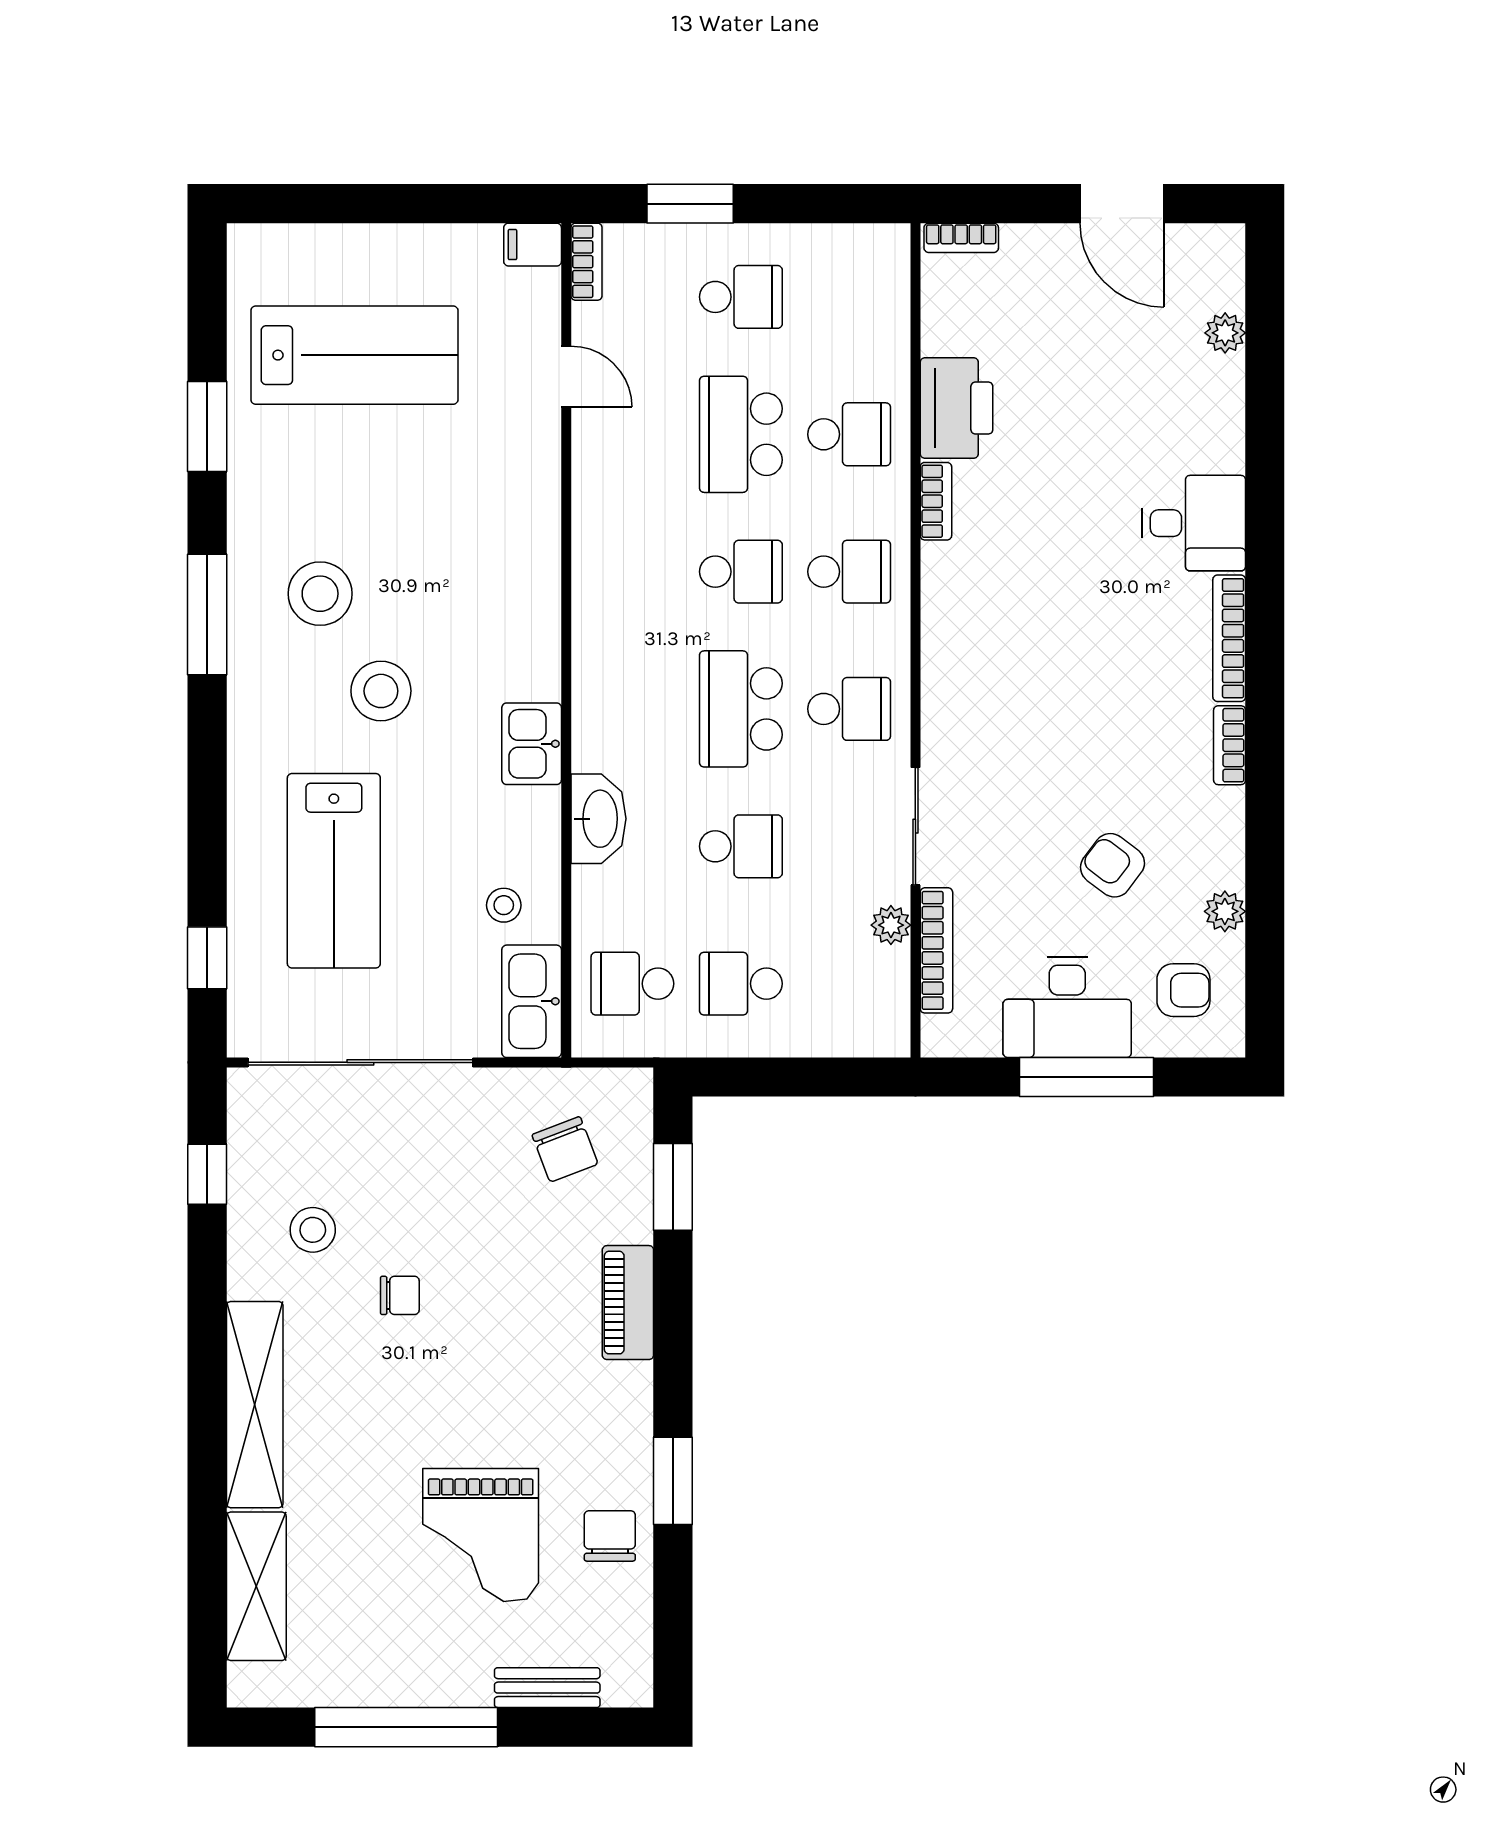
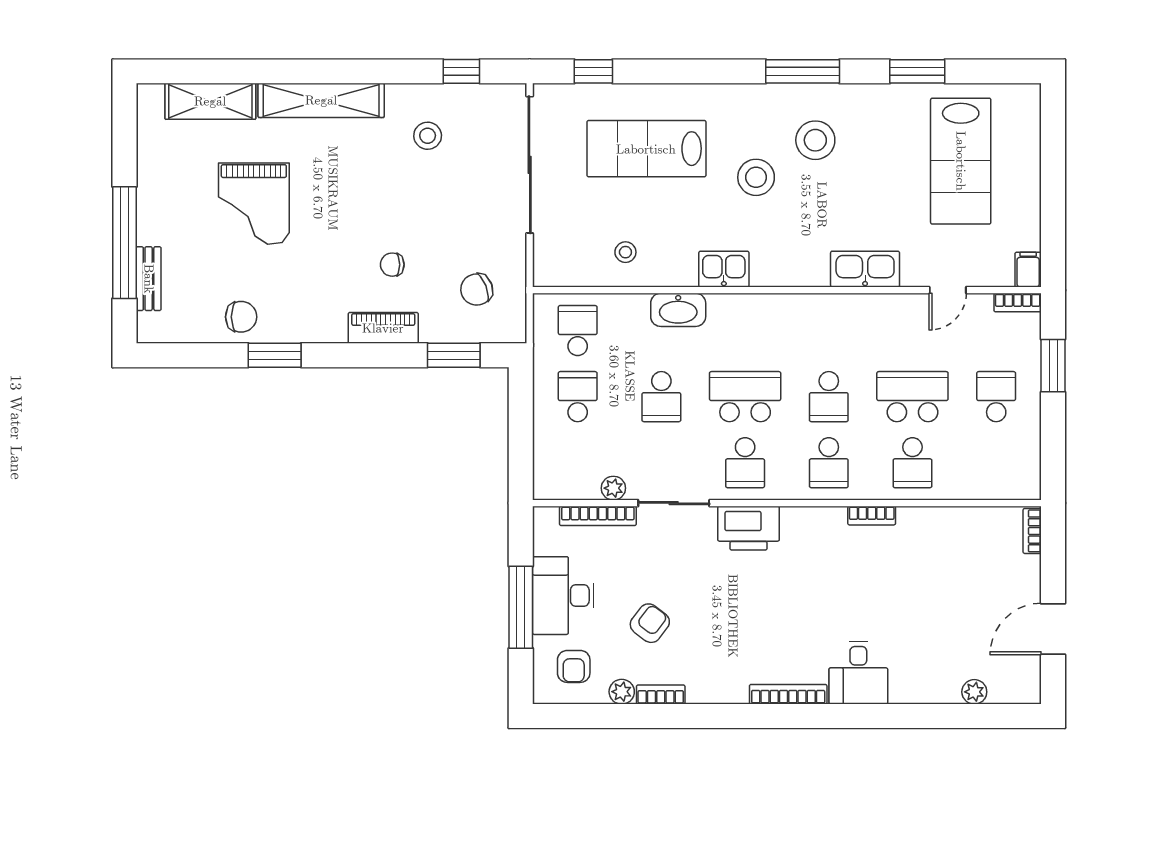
school desk: (741, 297) -> (996, 397), turned 180
printer: (957, 408) -> (749, 528), moved
bookcase: (1230, 745) -> (661, 695), moved
kitchen sink: (532, 1001) -> (865, 269), moved
chair: (400, 1295) -> (392, 265), moved, turned 90
grand piano: (481, 1535) -> (254, 204), moved, turned -90
window: (406, 1727) -> (125, 243), moved

